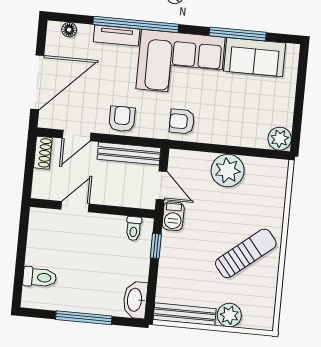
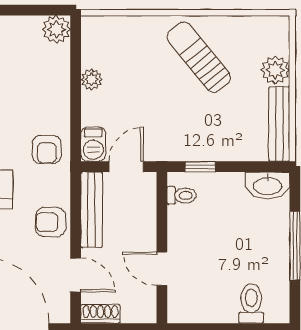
plant: (228, 171) -> (92, 79), width x0.53, depth x0.53
barbecue: (173, 216) -> (93, 144), moved, turned 90

